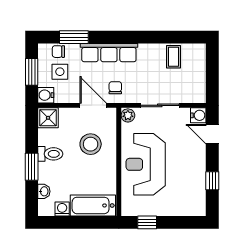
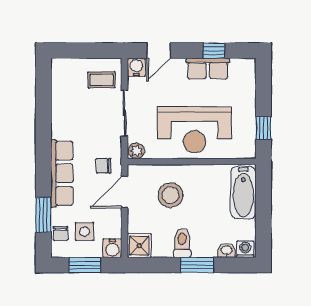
coffee table: (174, 57) -> (102, 80), moved
row of seats: (197, 176) -> (208, 69), added
washing machine: (62, 209) -> (245, 249), moved, turned 90

